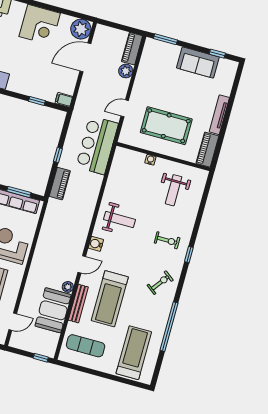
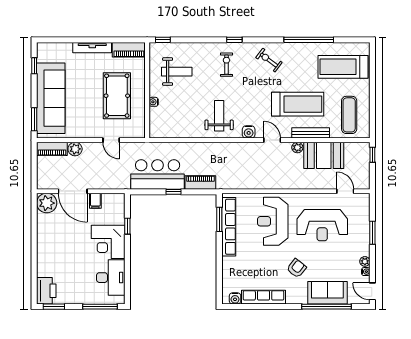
corner desk: (40, 25) -> (108, 242), moved, turned 180
sofa: (198, 62) -> (51, 98), width x1.85, depth x1.27
filing cabinet: (64, 100) -> (95, 201), moved
bar counter: (97, 145) -> (158, 174), moved, turned 180
window: (208, 185) -> (163, 40), added

